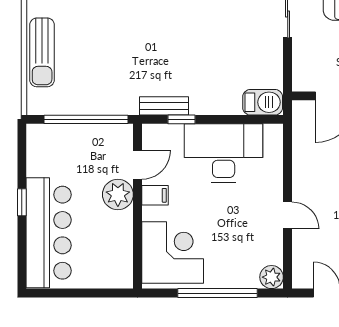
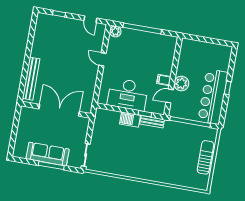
barbecue: (263, 102) -> (130, 120), moved
bar counter: (49, 233) -> (213, 97), moved
corner desk: (173, 253) -> (160, 51), removed

